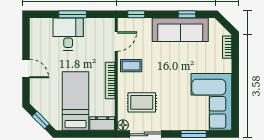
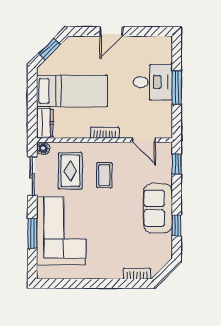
sofa: (180, 30) -> (158, 208), width x0.73
coffee table: (131, 66) -> (104, 175), moved
bookcase: (110, 81) -> (105, 133), width x0.64
corner sofa: (211, 102) -> (61, 231), moved, turned 90

